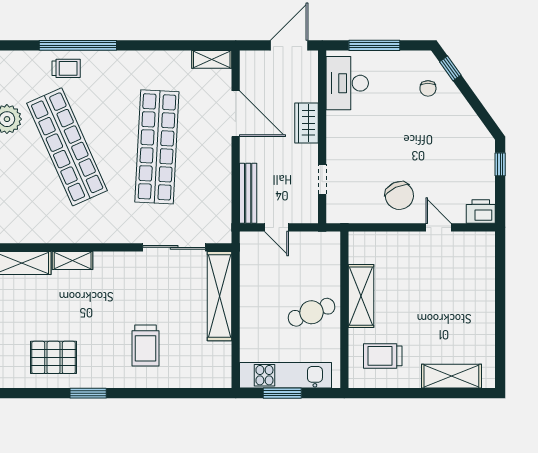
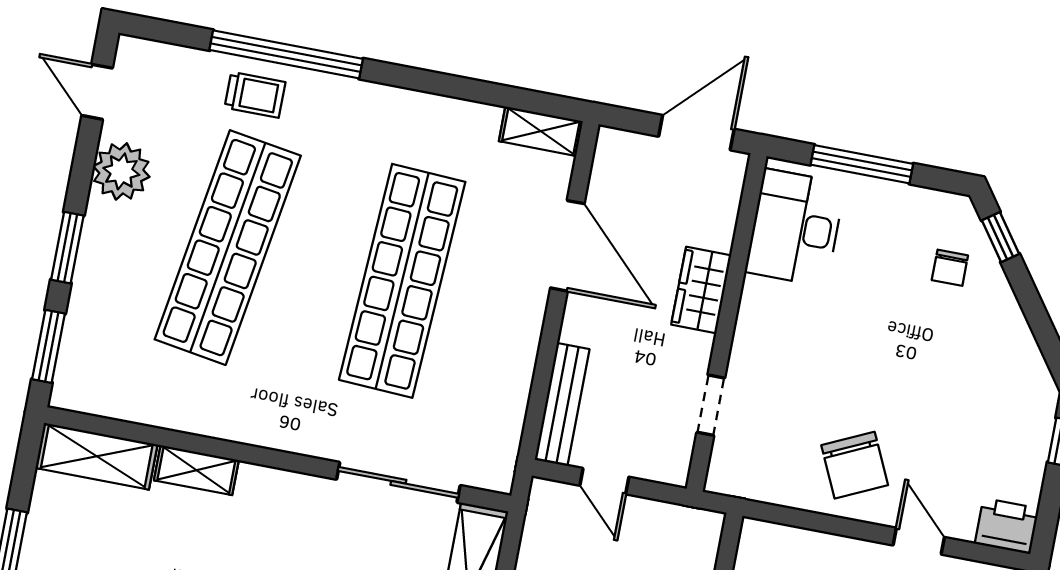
shop shelf: (67, 147) -> (228, 248), turned 33

